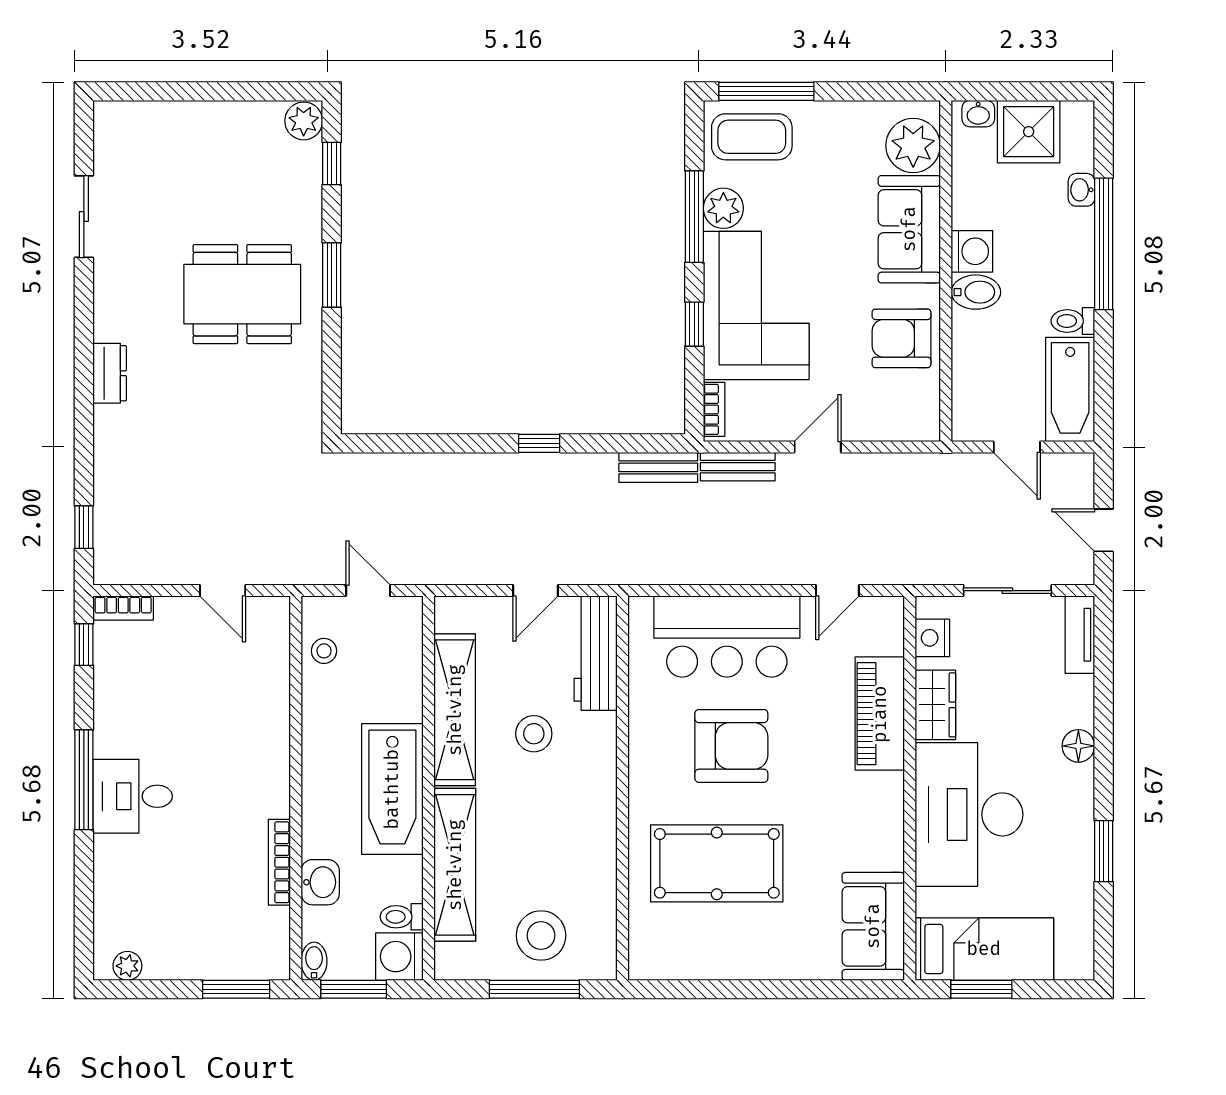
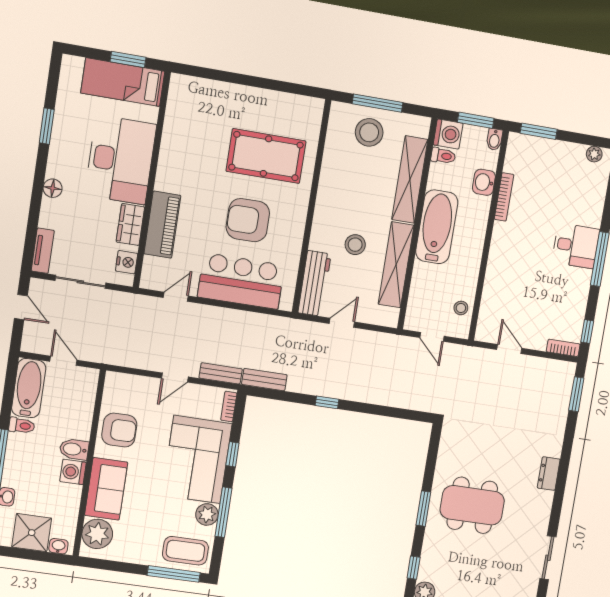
window: (84, 527) -> (576, 394), width x1.50
sofa: (873, 926) -> (184, 106), removed

